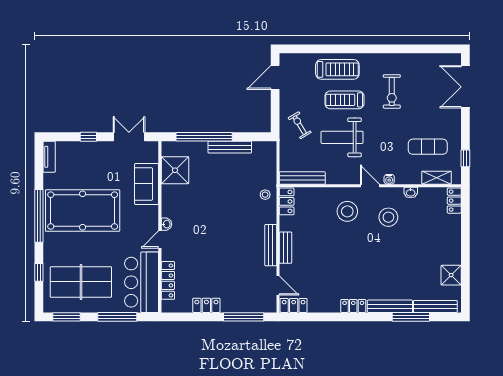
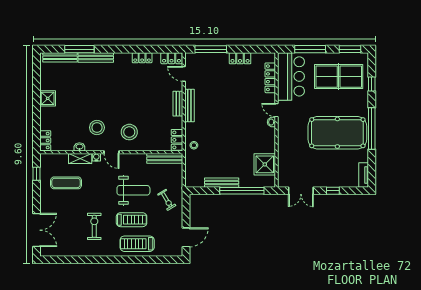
shelving: (437, 178) -> (80, 159), moved
sofa: (147, 184) -> (287, 154), removed
door: (160, 239) -> (277, 110), swing flipped
shower: (451, 275) -> (48, 98), moved
locker: (353, 306) -> (142, 58), moved

